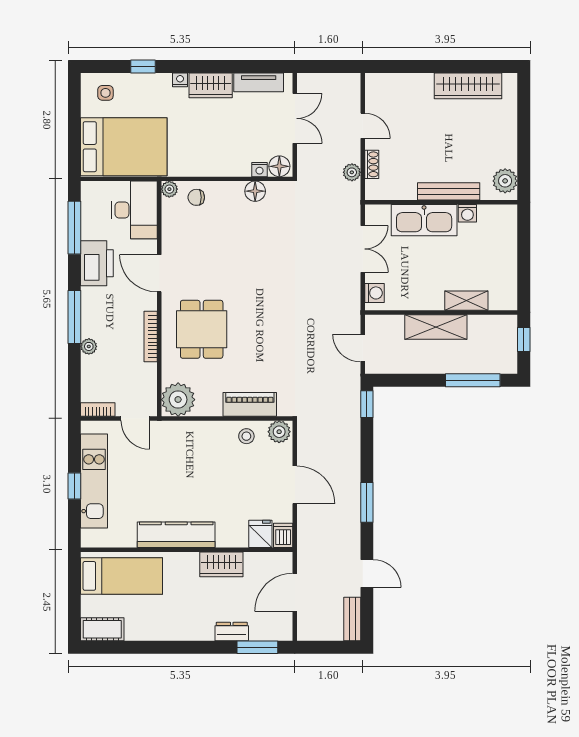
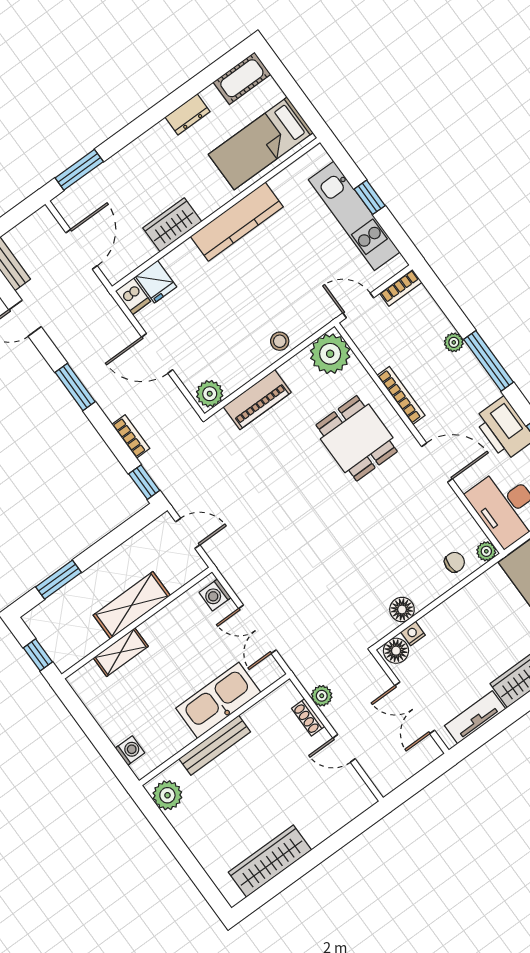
washing machine: (467, 213) -> (130, 751), moved, turned 90
window: (473, 380) -> (58, 580), width x0.69
stool: (246, 436) -> (280, 341), moved
bookcase: (354, 442) -> (131, 436), added
dresser: (232, 632) -> (188, 114), moved

